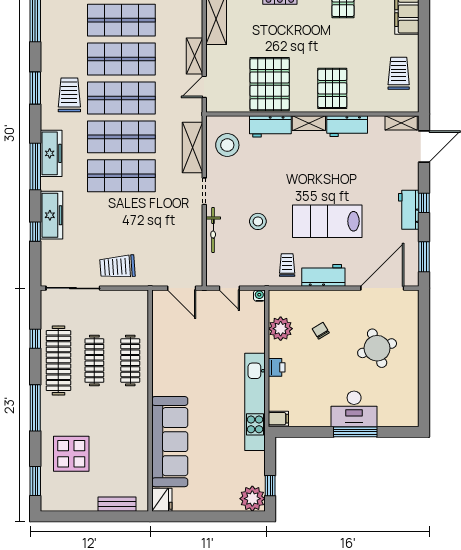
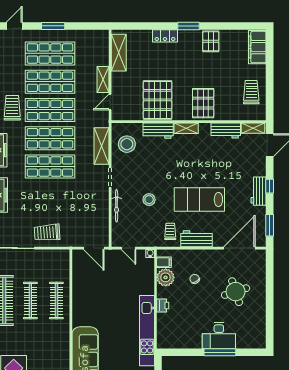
workbench: (347, 126) -> (226, 130), moved
filing cabinet: (278, 419) -> (164, 262), moved

